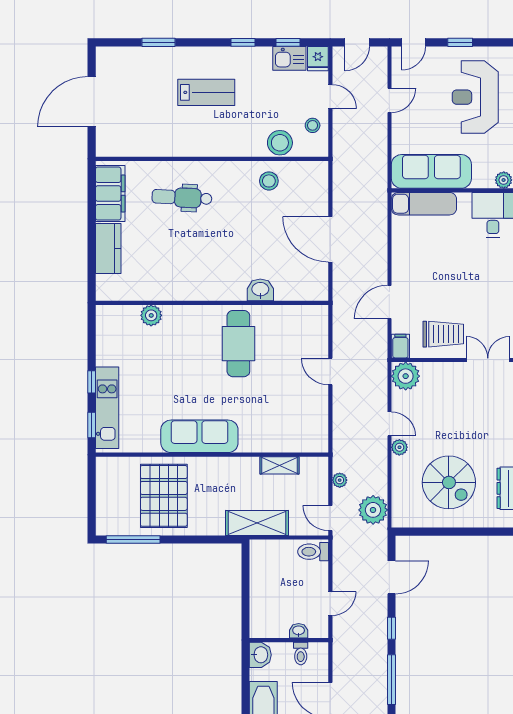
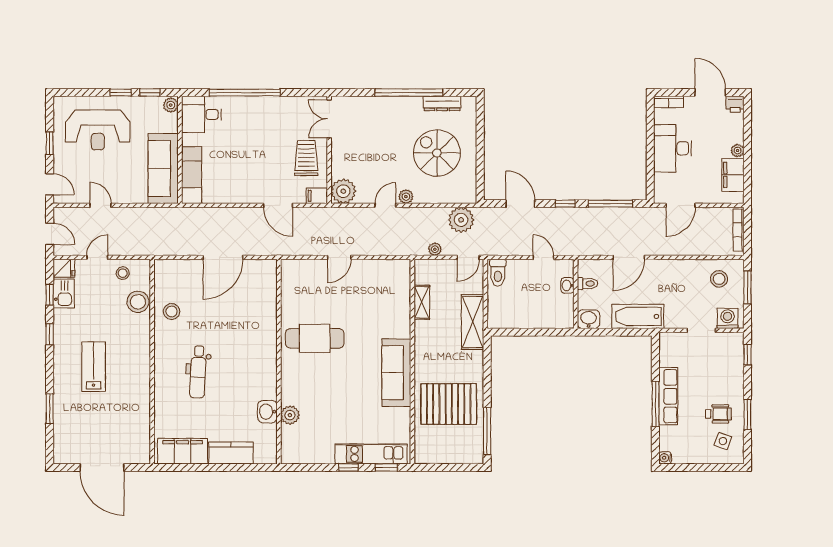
dental chair: (182, 198) -> (198, 372), moved
washbasin: (260, 290) -> (267, 412), moved
spiral stairs: (449, 482) -> (437, 153), turned -90

